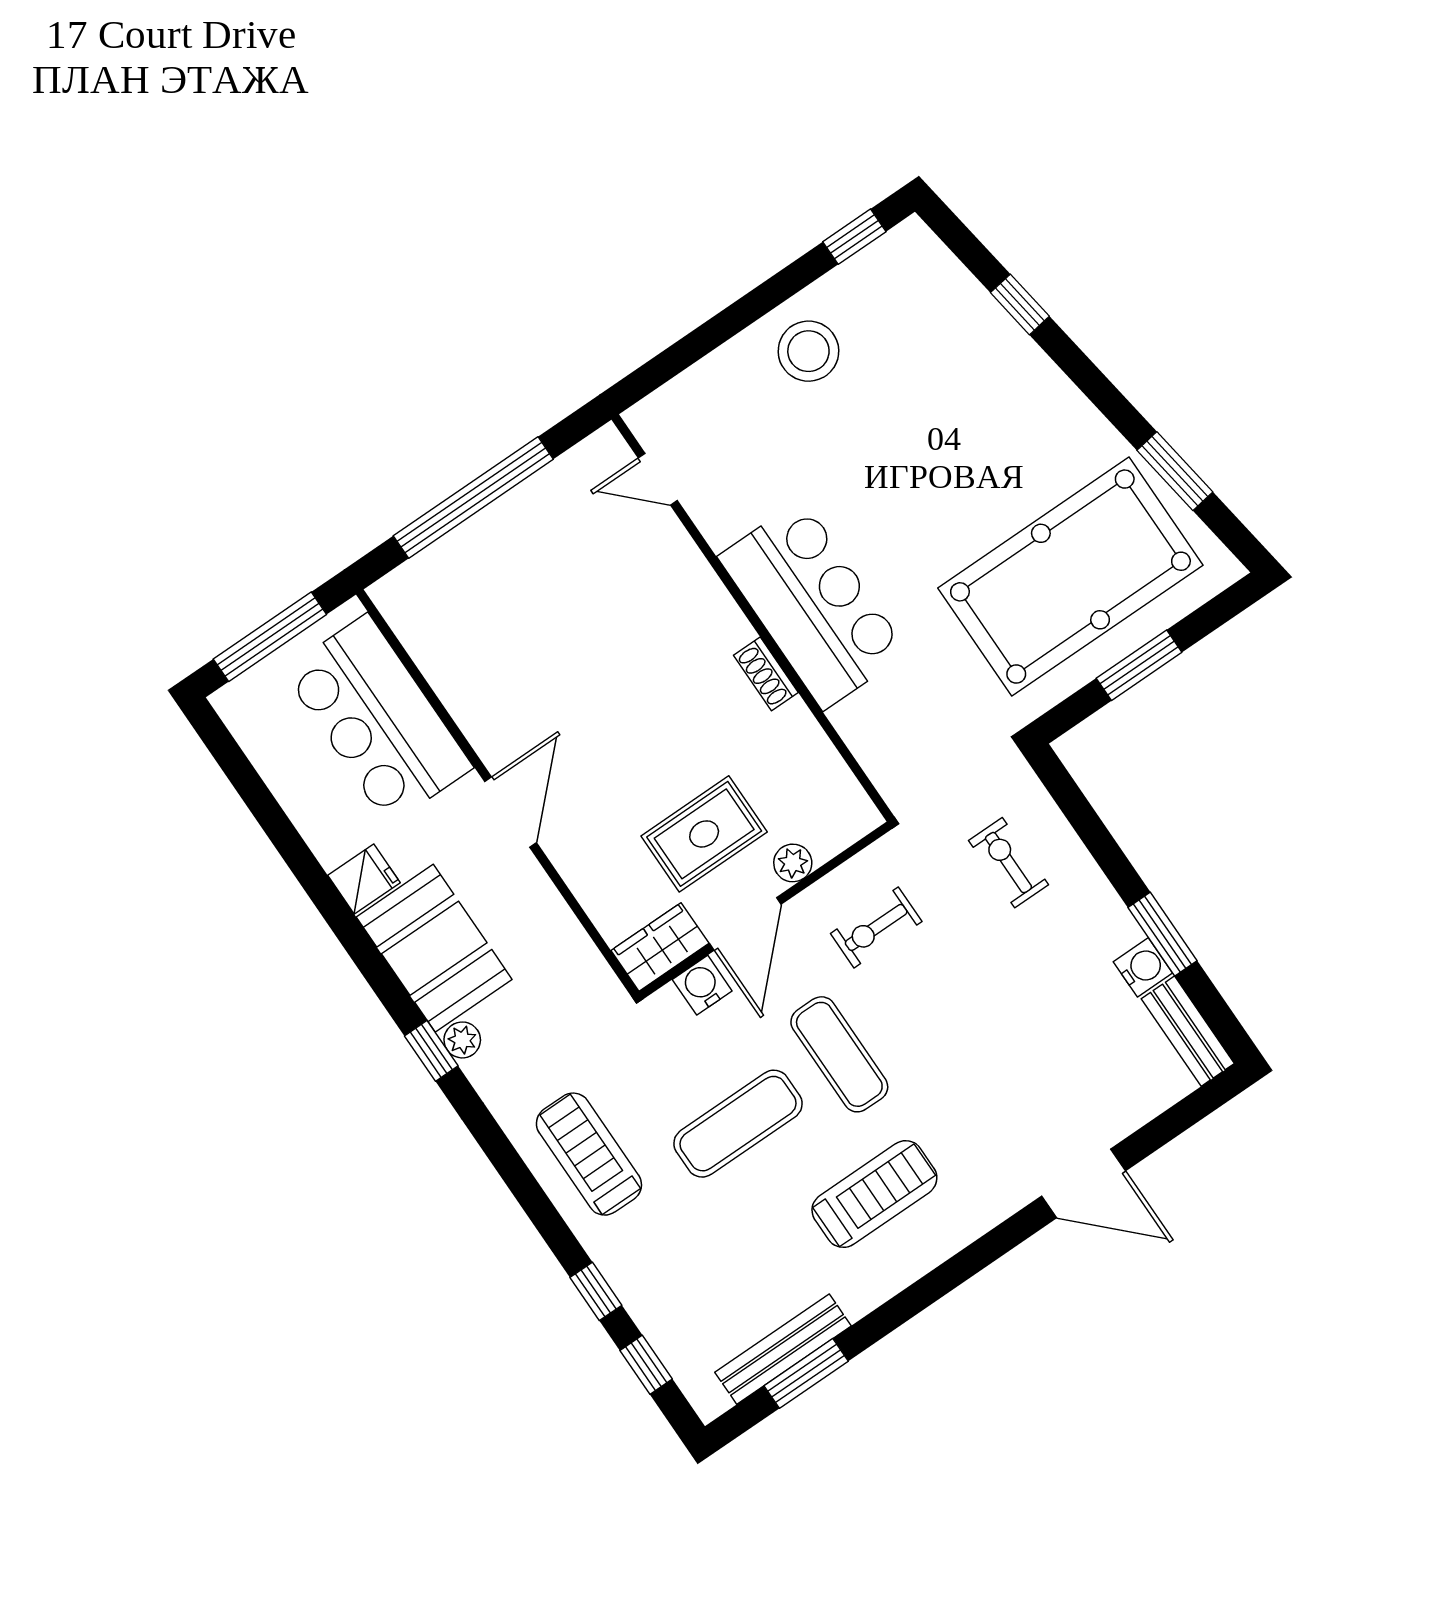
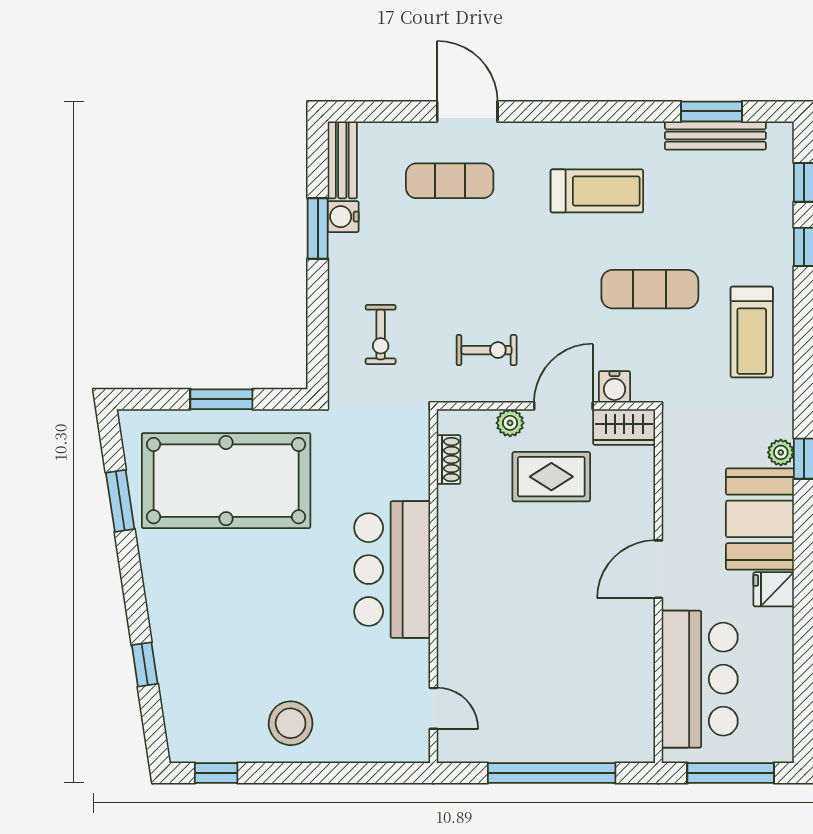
shoe rack: (766, 674) -> (449, 460), moved
exercise mat: (839, 1054) -> (450, 181), moved, turned 90
treadmill: (874, 1194) -> (597, 191), turned 180

